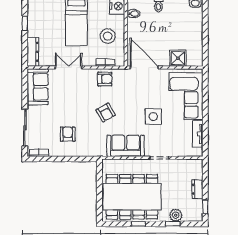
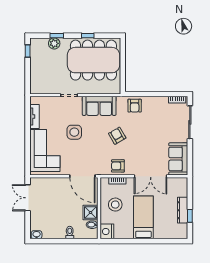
double door: (205, 44) -> (28, 198), added
dresser: (33, 52) -> (183, 210), moved
shower: (178, 58) -> (91, 213), moved
double door: (69, 68) -> (151, 176), width x1.37
armchair: (68, 134) -> (135, 106), moved
dresser: (197, 189) -> (35, 67), removed

